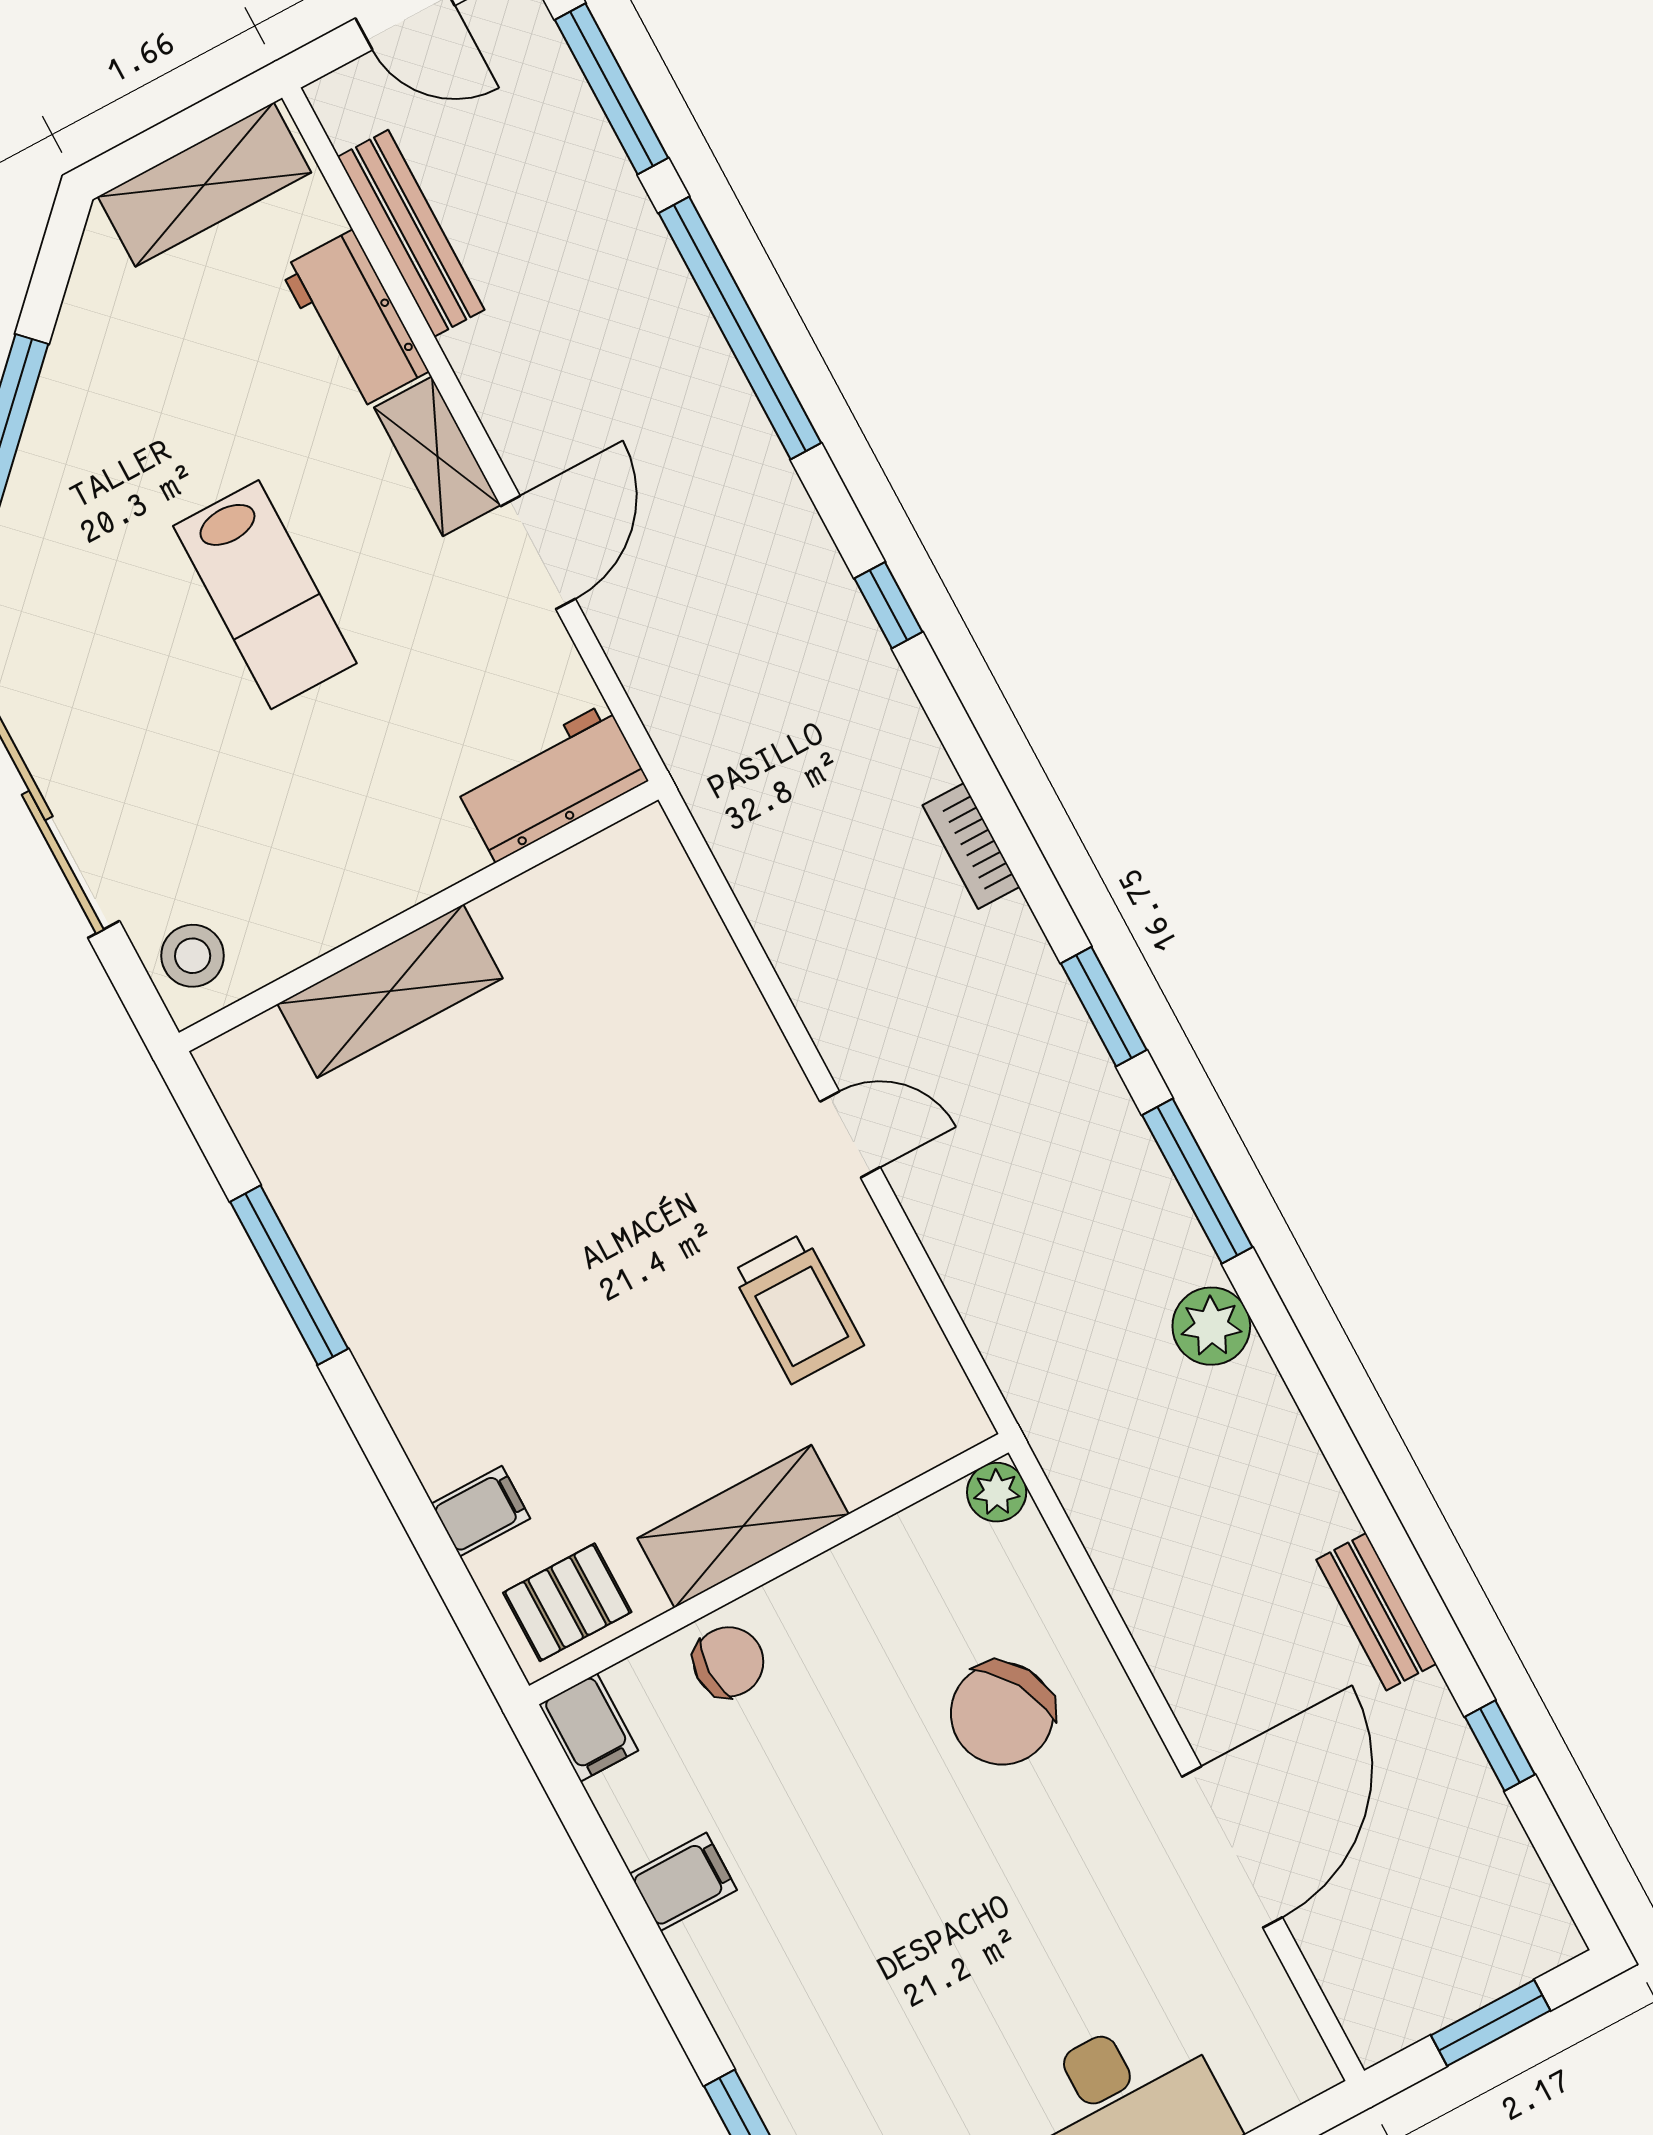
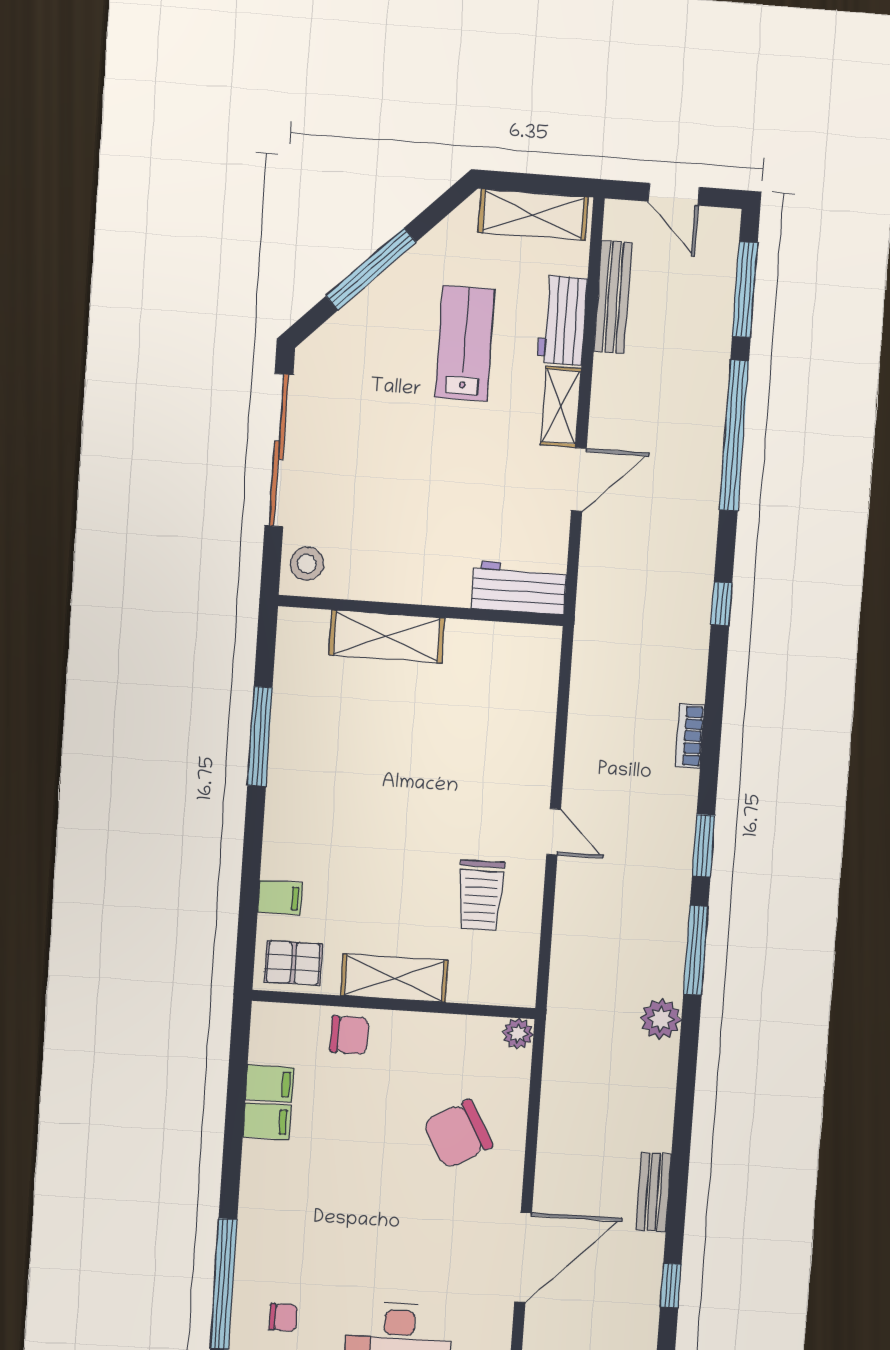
lab bench: (265, 595) -> (465, 343), moved, turned 180
filing cabinet: (589, 1727) -> (270, 1084), moved, turned -90

